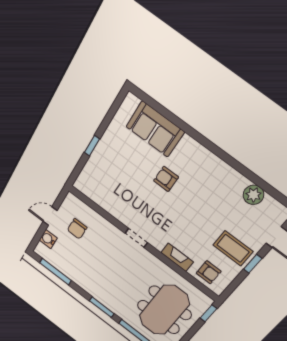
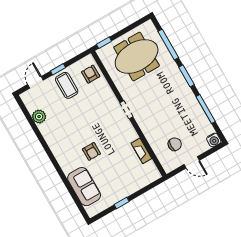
window: (92, 146) -> (122, 203), moved
doorway: (136, 238) -> (126, 110), moved
water cooler: (48, 239) -> (214, 140), moved
fireplace: (177, 257) -> (141, 151), moved
window: (55, 272) -> (206, 109), moved

